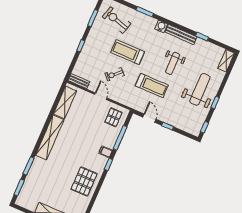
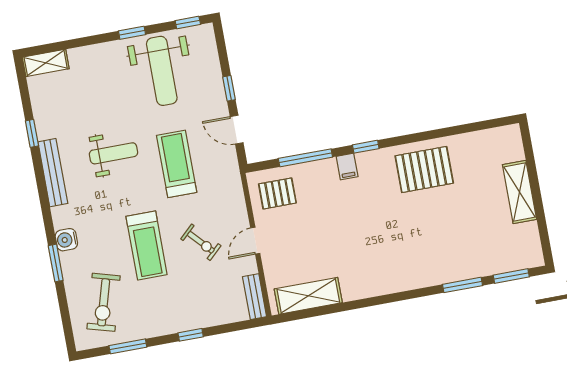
water cooler: (161, 26) -> (66, 240), moved
weight bench: (200, 89) -> (162, 71), moved, turned -90
door: (149, 118) -> (237, 130), hinge flipped
shelving: (50, 137) -> (388, 281), removed

